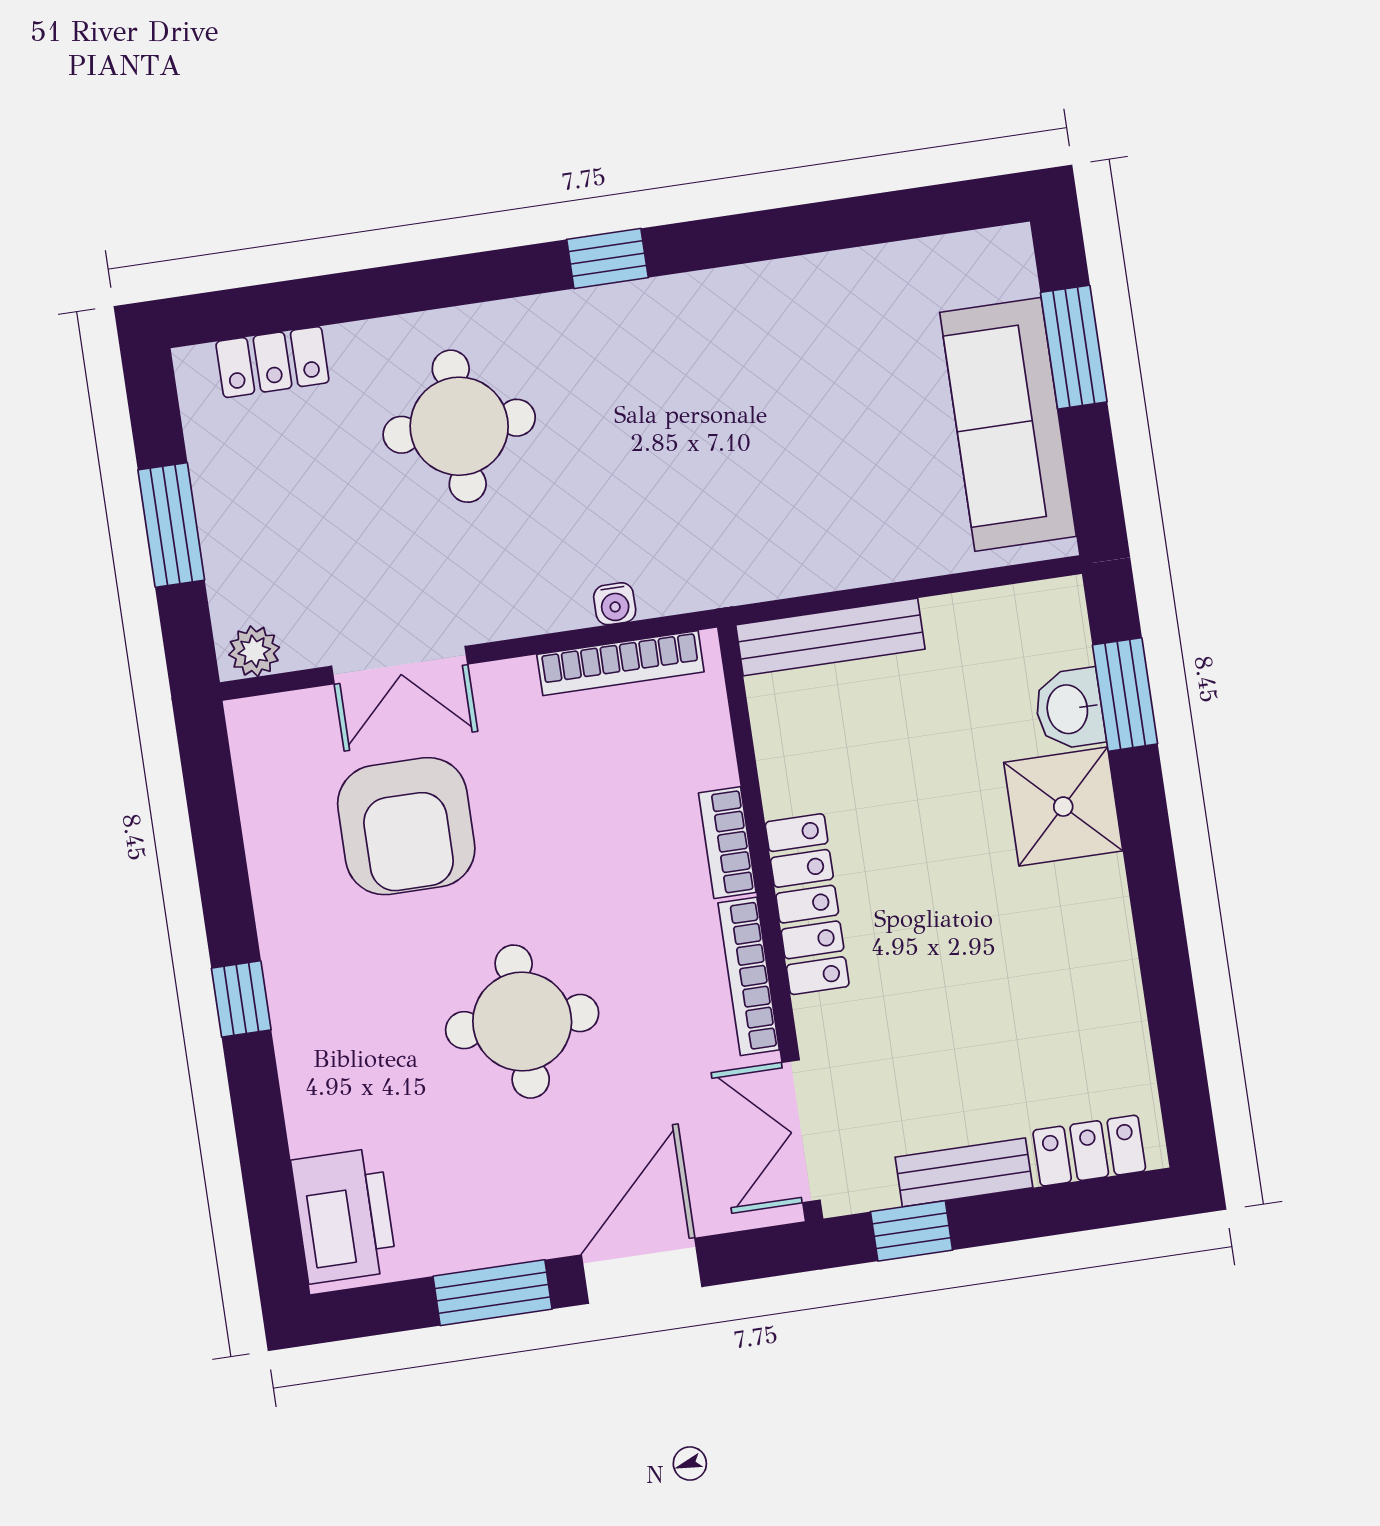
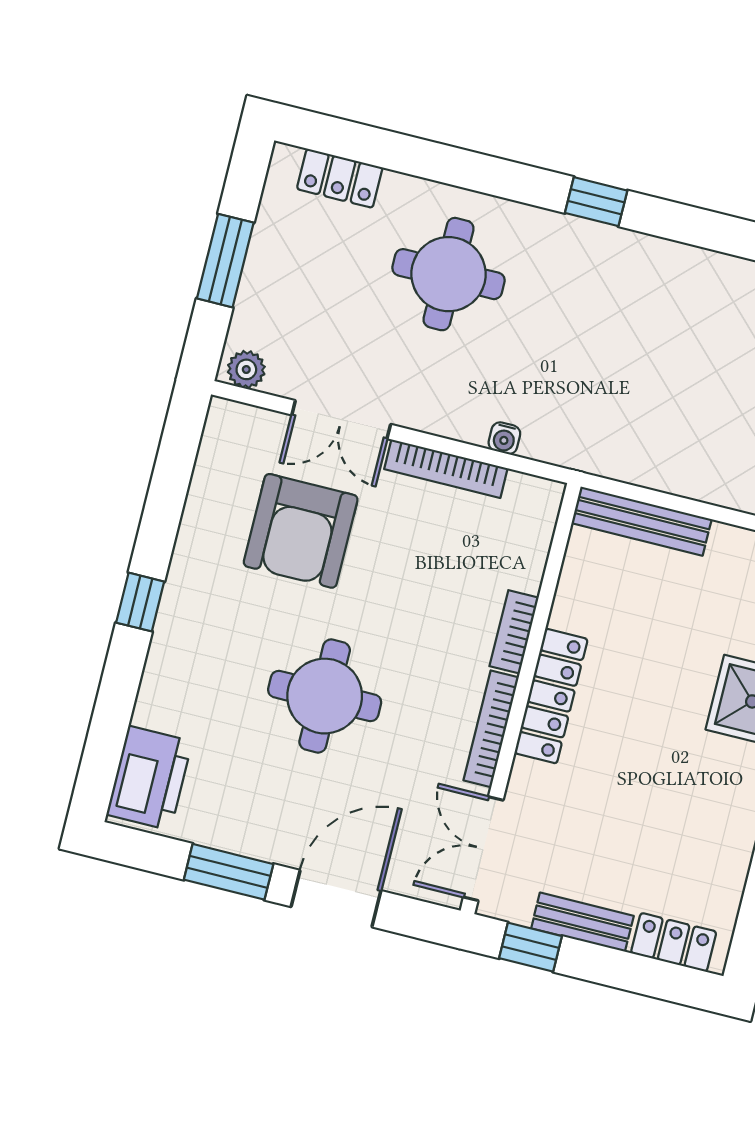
bookcase: (620, 663) -> (446, 469), moved

